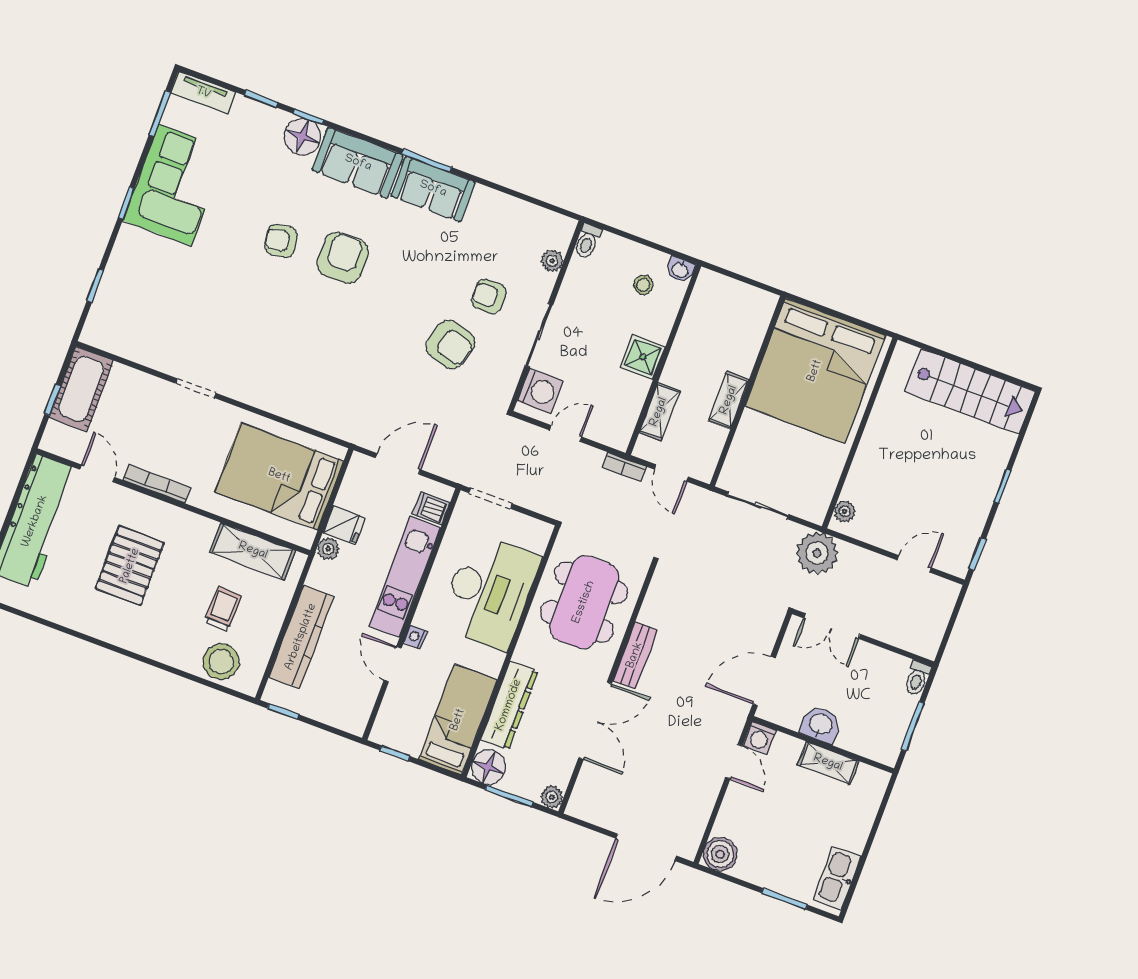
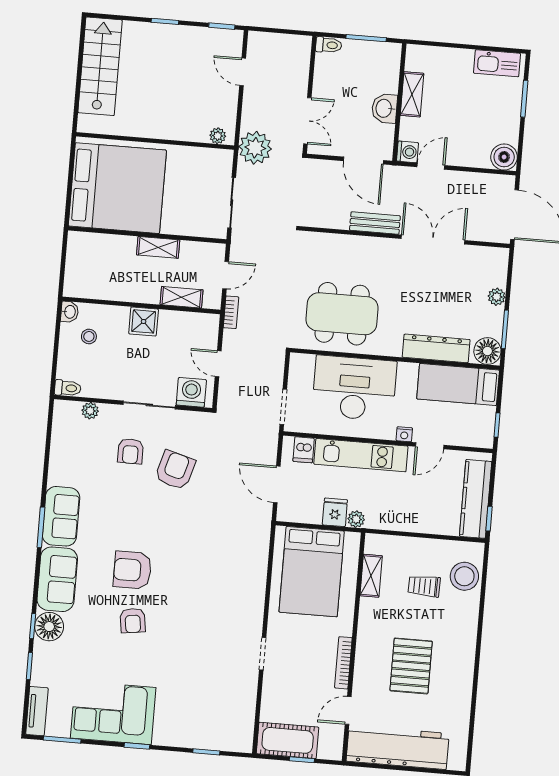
shelving: (253, 551) -> (371, 576), width x0.67, depth x0.75
pallet: (130, 566) -> (411, 666), turned 90
kitchen counter: (301, 637) -> (476, 499), moved, turned -90
bench: (635, 655) -> (375, 223), moved
wall: (608, 688) -> (405, 237), moved
double door: (595, 721) -> (433, 240), moved

